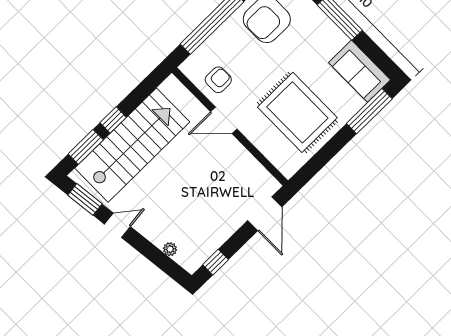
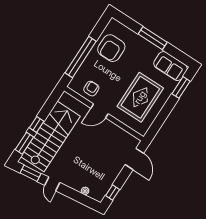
window: (369, 111) -> (181, 87), width x0.69
rug: (297, 112) -> (140, 97), turned 90
door: (117, 225) -> (52, 184), swing flipped

